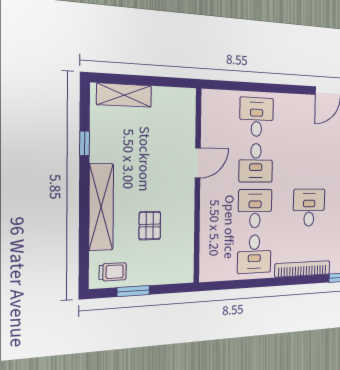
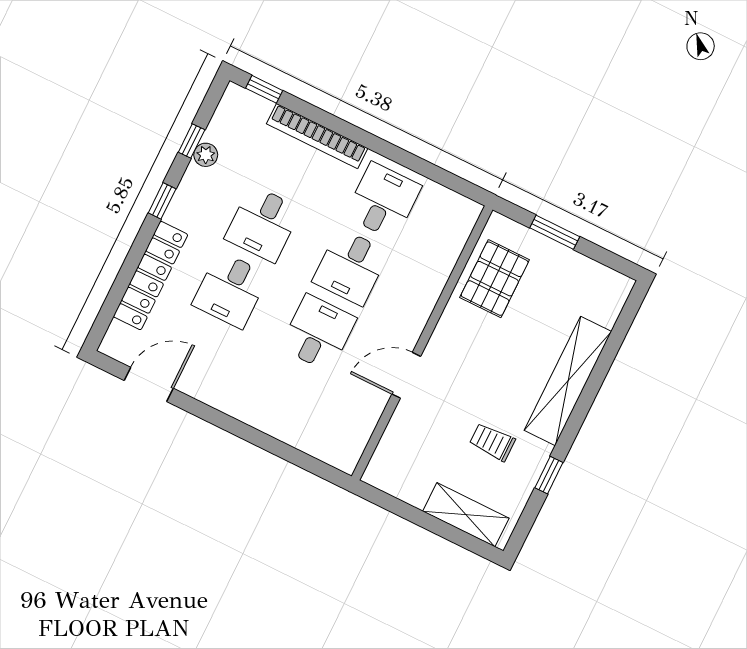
desk: (257, 117) -> (230, 290), moved
pallet: (150, 226) -> (495, 279), moved, width x1.50, depth x1.42
trolley: (113, 272) -> (492, 442), moved
window: (133, 291) -> (555, 232), moved

